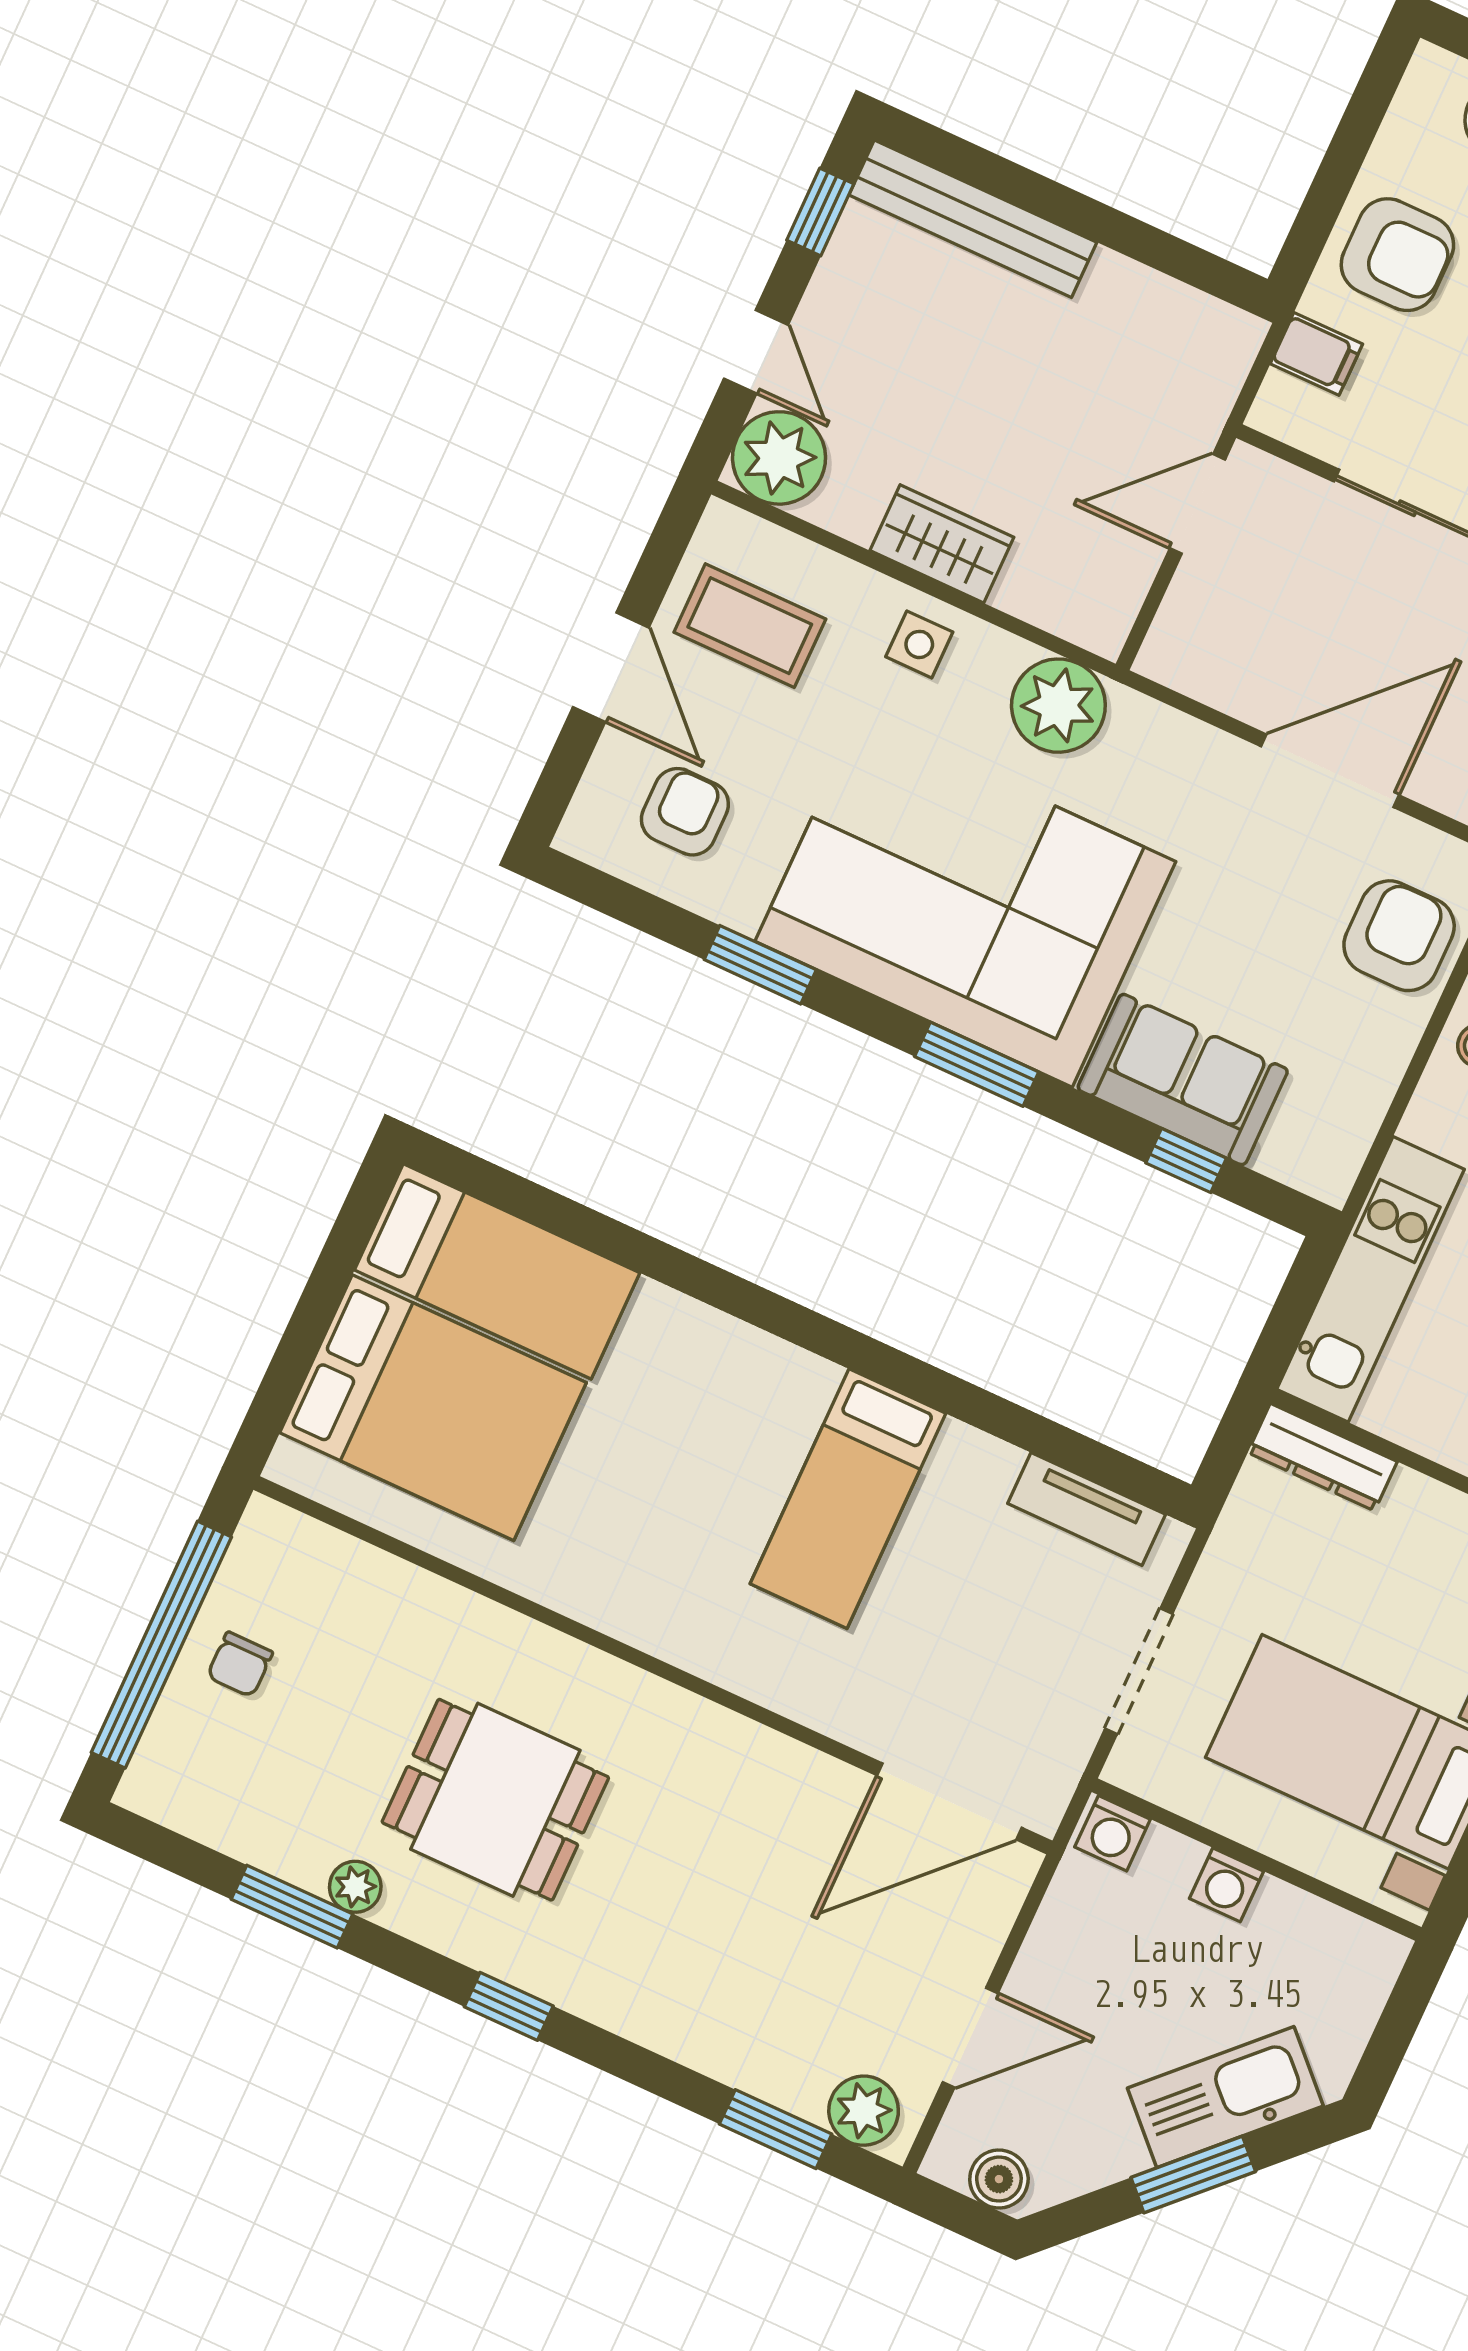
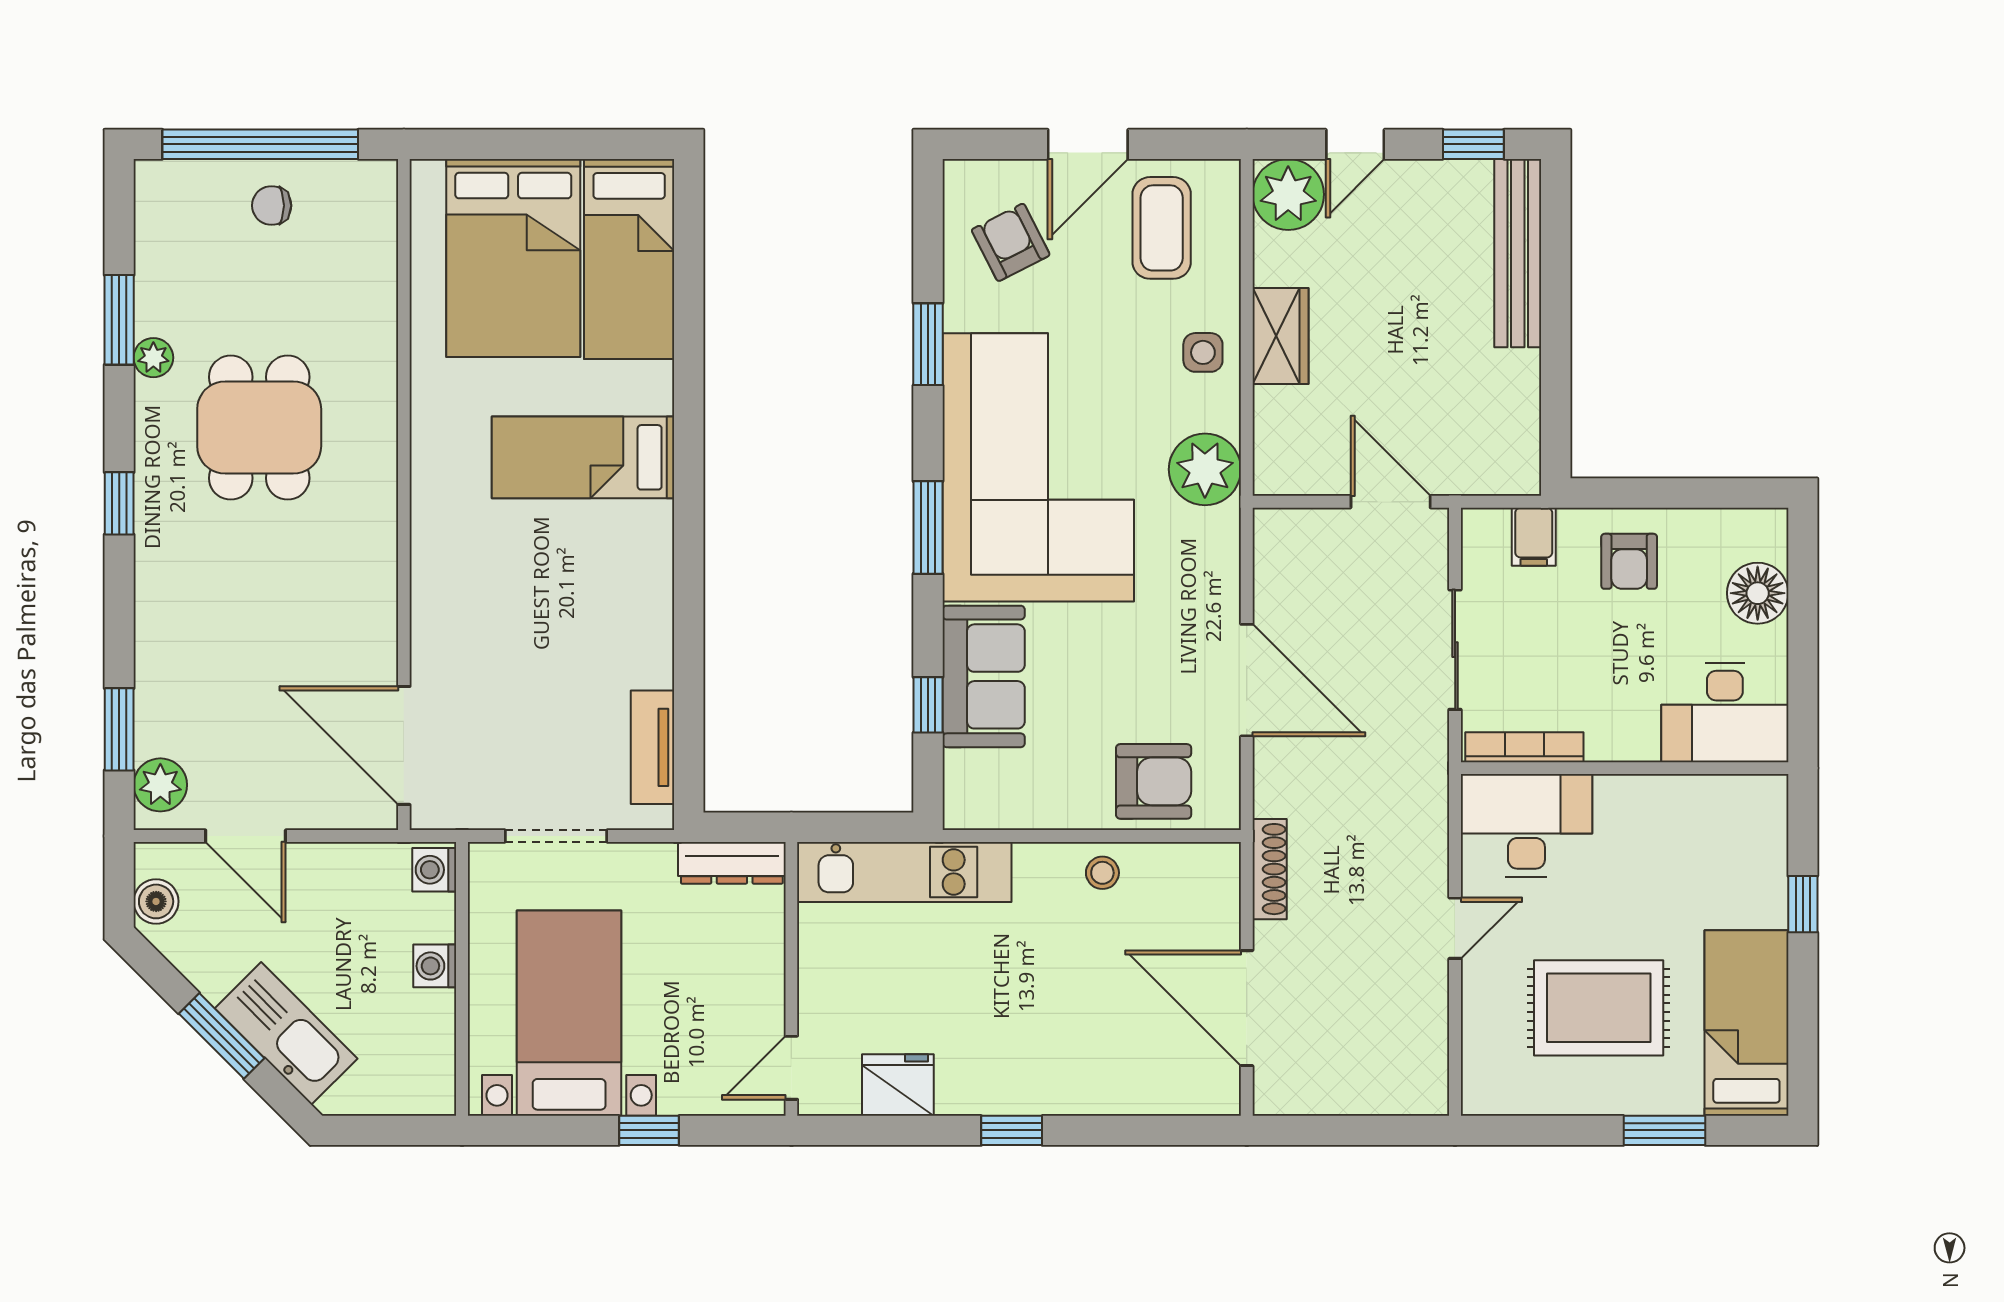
armchair: (1397, 255) -> (1629, 561), width x0.72, depth x0.72
armchair: (685, 812) -> (1011, 242), turned -117
dresser: (1322, 1457) -> (732, 863), moved, turned -90
bed: (848, 1499) -> (583, 457), moved

